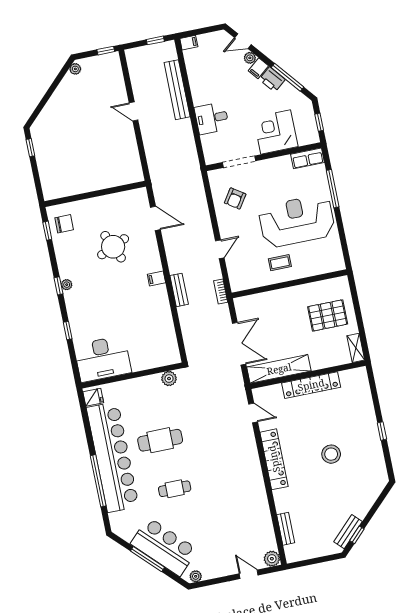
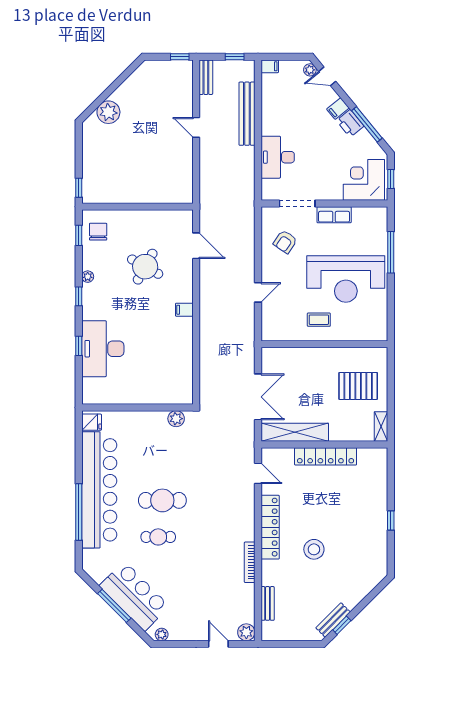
plant: (250, 58) -> (310, 70), moved
plant: (75, 69) -> (108, 112), moved, width x1.87, depth x1.87
desk: (212, 118) -> (278, 157), width x1.37
corner desk: (276, 132) -> (364, 180), moved
window: (30, 148) -> (79, 188), moved
row of seats: (308, 158) -> (334, 215), moved
reception desk: (297, 221) -> (346, 279), turned 180
chair: (64, 224) -> (98, 232), turned -90
round table: (113, 247) -> (145, 267), turned -37
plant: (67, 285) -> (88, 277), moved
bench: (179, 290) -> (206, 77), moved
bookcase: (221, 291) -> (250, 562), moved, width x1.56
desk: (103, 359) -> (103, 349), moved, turned 90
cafe table: (160, 440) -> (162, 500), moved
stool: (331, 454) -> (314, 549), moved

